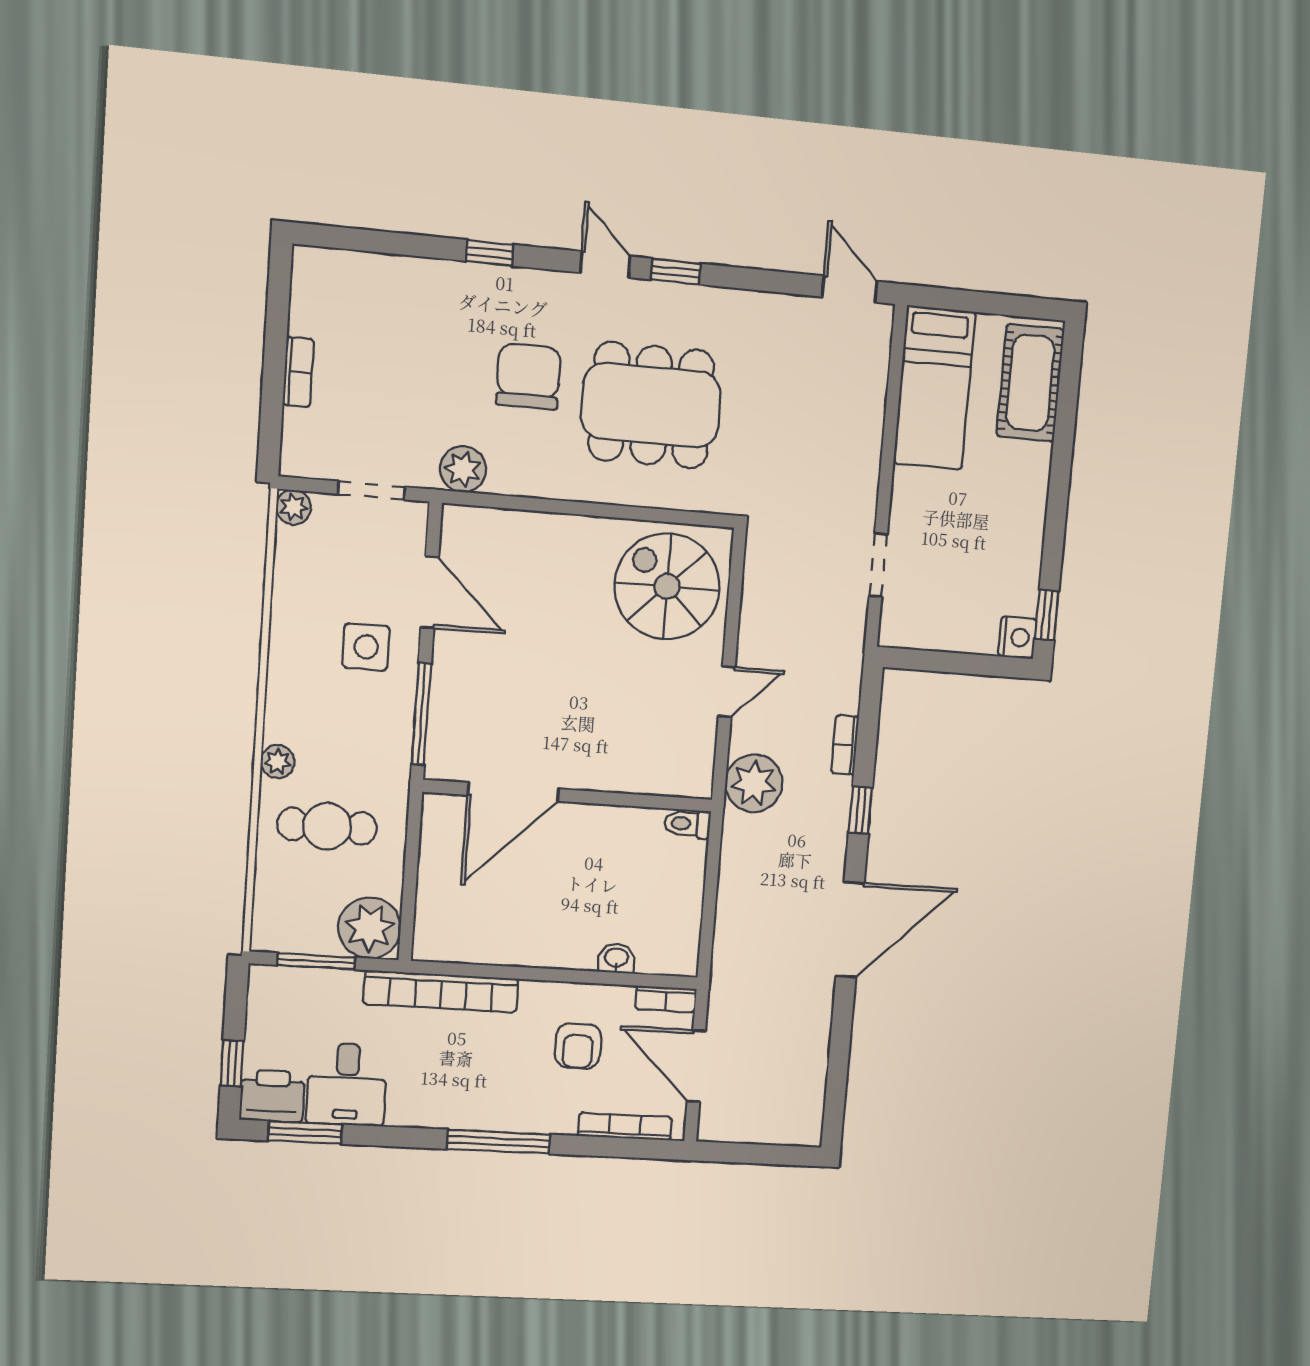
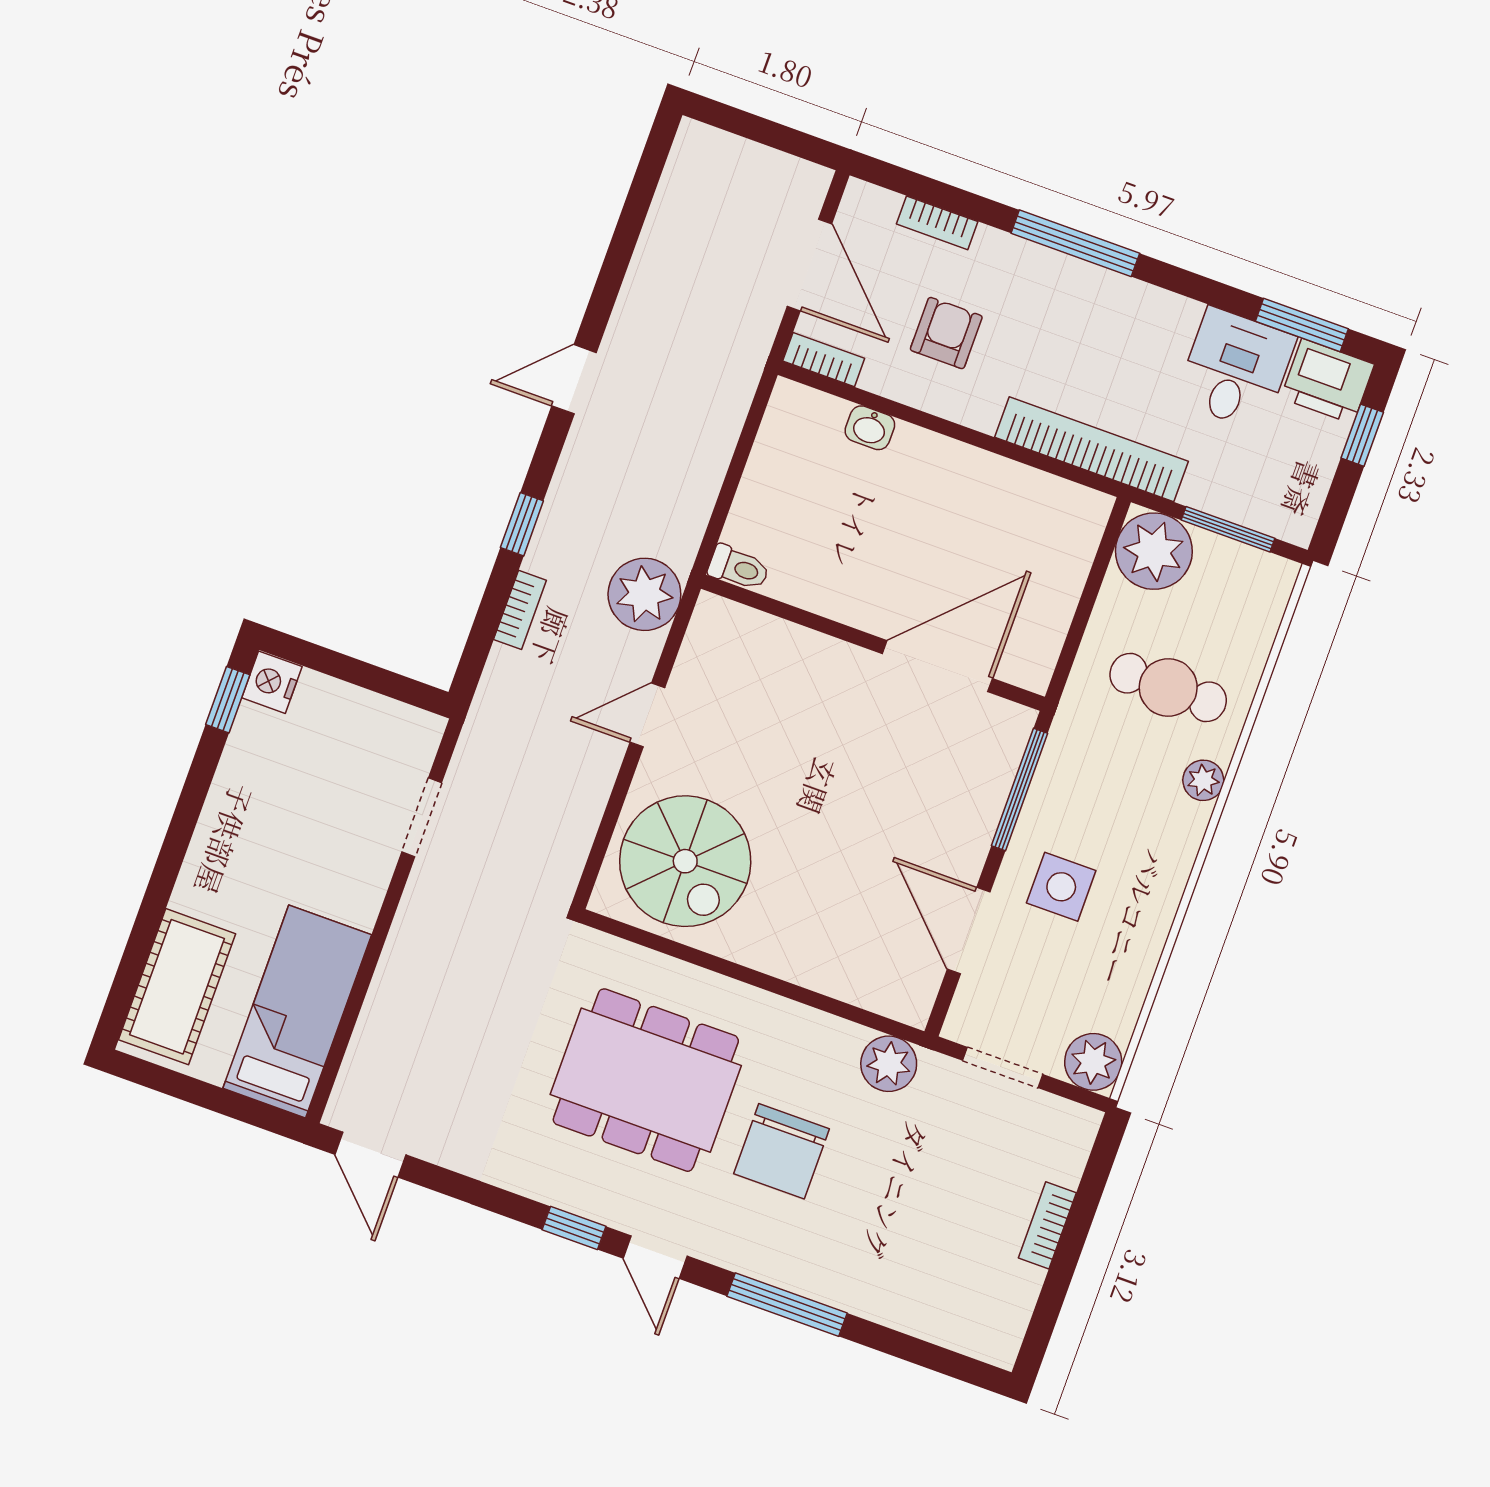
window: (490, 253) -> (787, 1305), width x2.17
plant: (294, 507) -> (1093, 1062), width x1.38, depth x1.38
door: (850, 930) -> (574, 379), width x0.53
bookcase: (625, 1126) -> (937, 223), width x0.64

